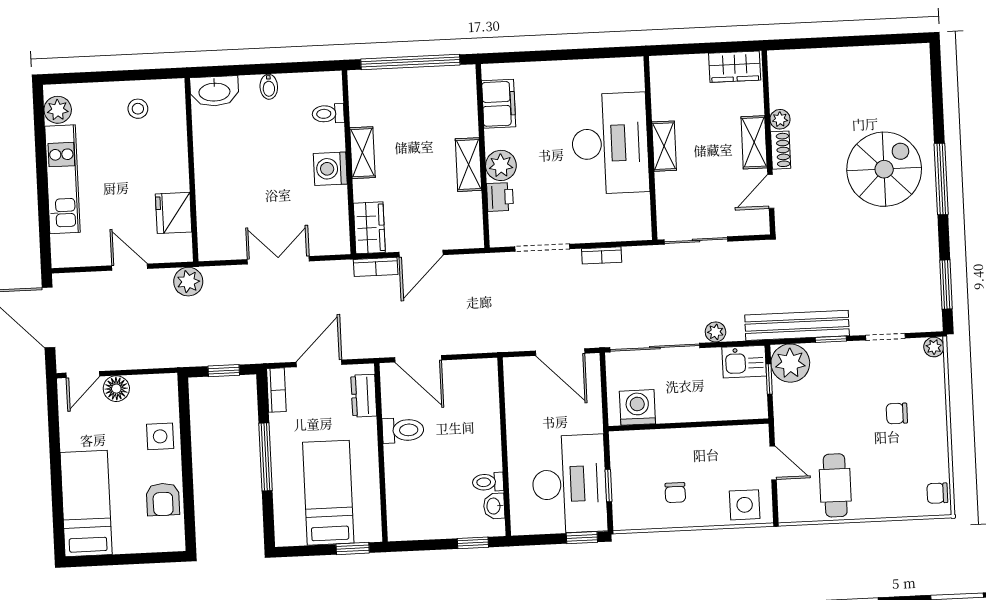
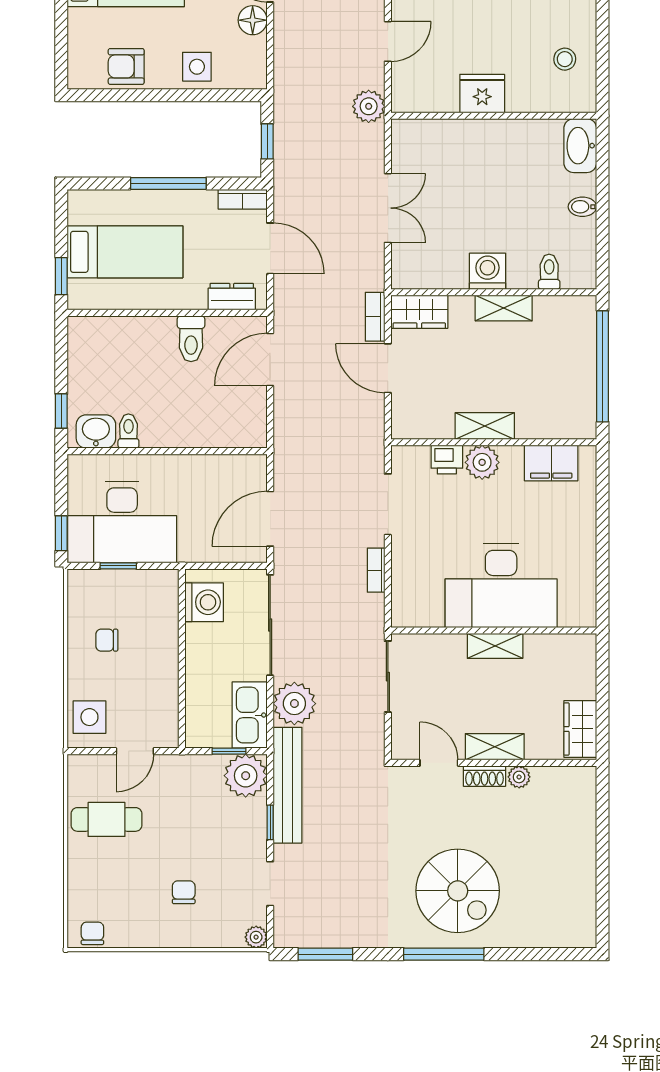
fridge: (174, 213) -> (482, 94), moved
plant: (715, 332) -> (294, 704), width x1.88, depth x1.88
kitchen sink: (744, 362) -> (250, 715), width x1.38
washbasin: (494, 506) -> (96, 431), width x1.38, depth x1.45

